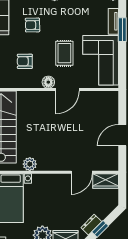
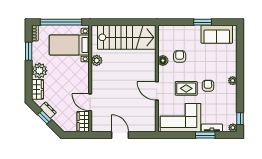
armchair: (32, 25) -> (208, 86), moved
floor lamp: (48, 82) -> (163, 61), moved

